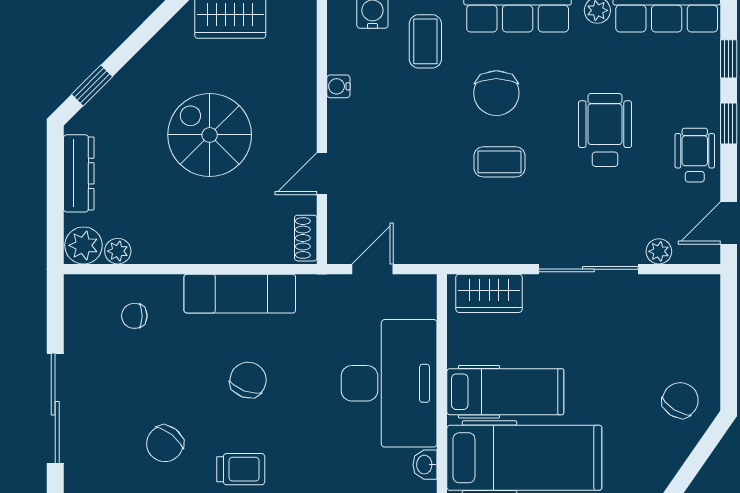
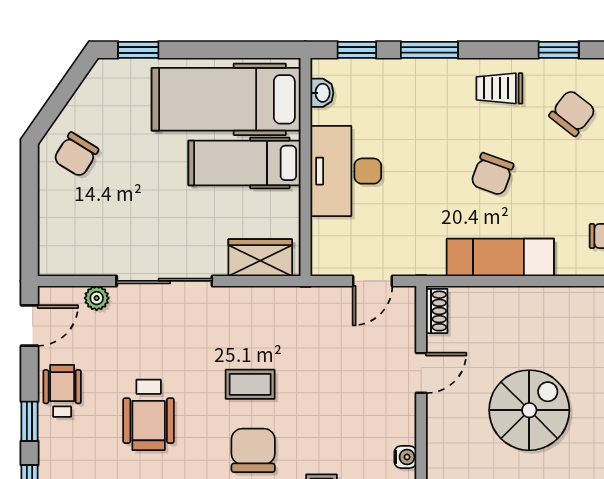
spiral stairs: (210, 135) -> (529, 410), turned -90
wheelchair: (695, 155) -> (62, 391), turned 180
desk: (389, 383) -> (346, 171), width x0.73, depth x0.77

